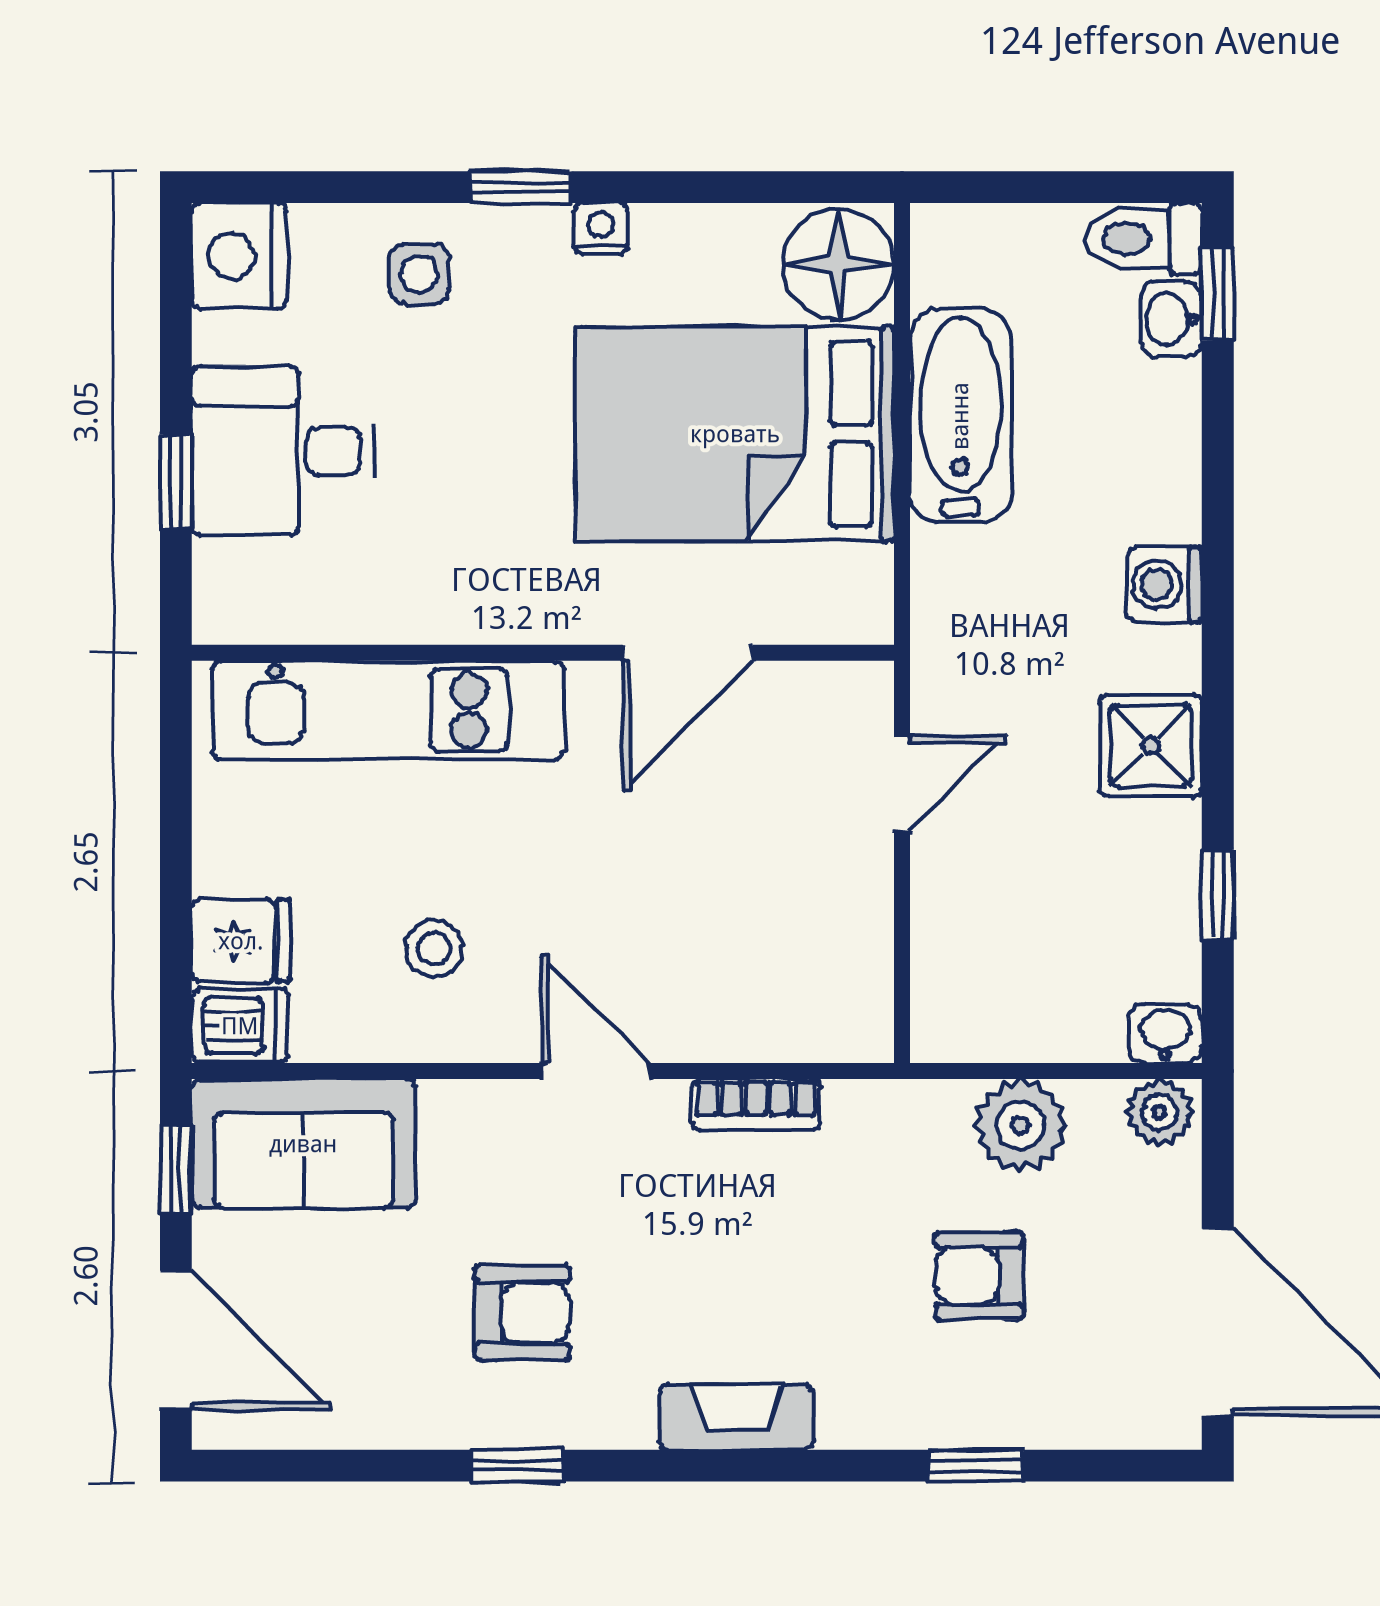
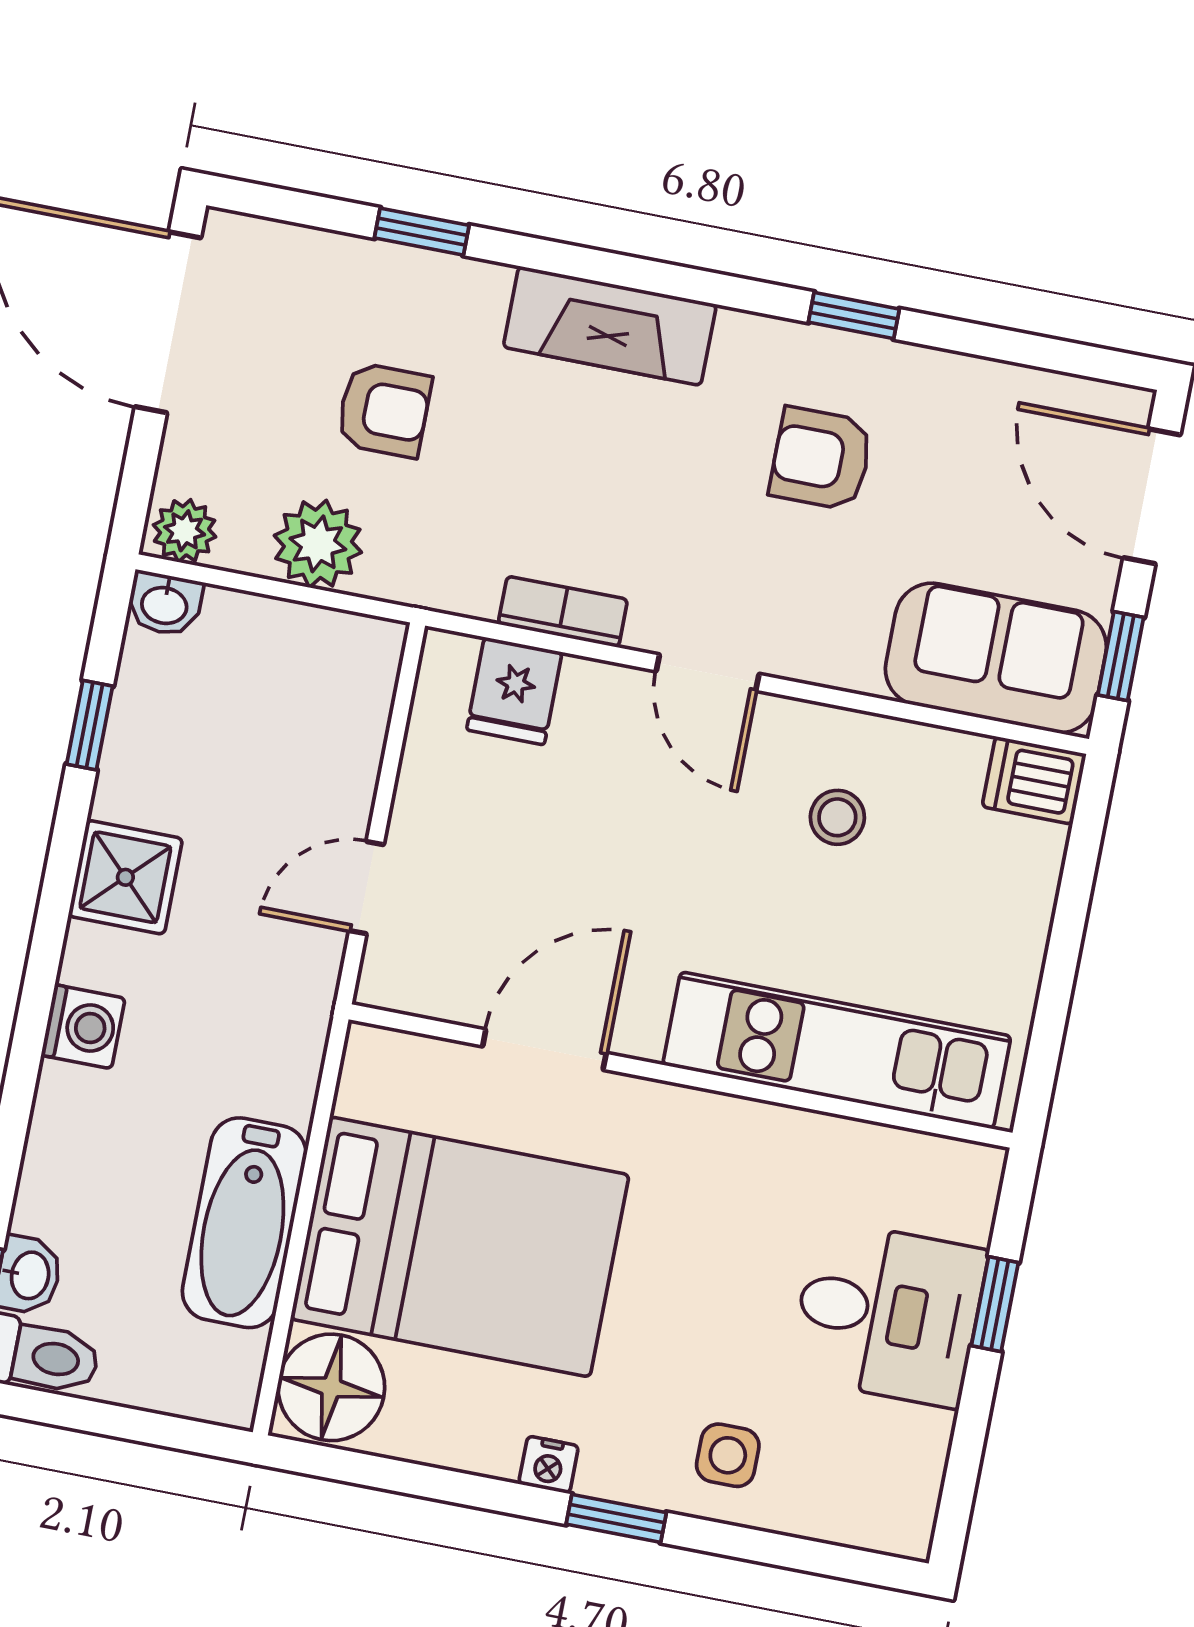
nightstand: (239, 256) -> (894, 1505), removed
fridge: (241, 941) -> (514, 691), moved, turned -90
fireplace: (736, 1417) -> (610, 326), width x1.37, depth x1.32

